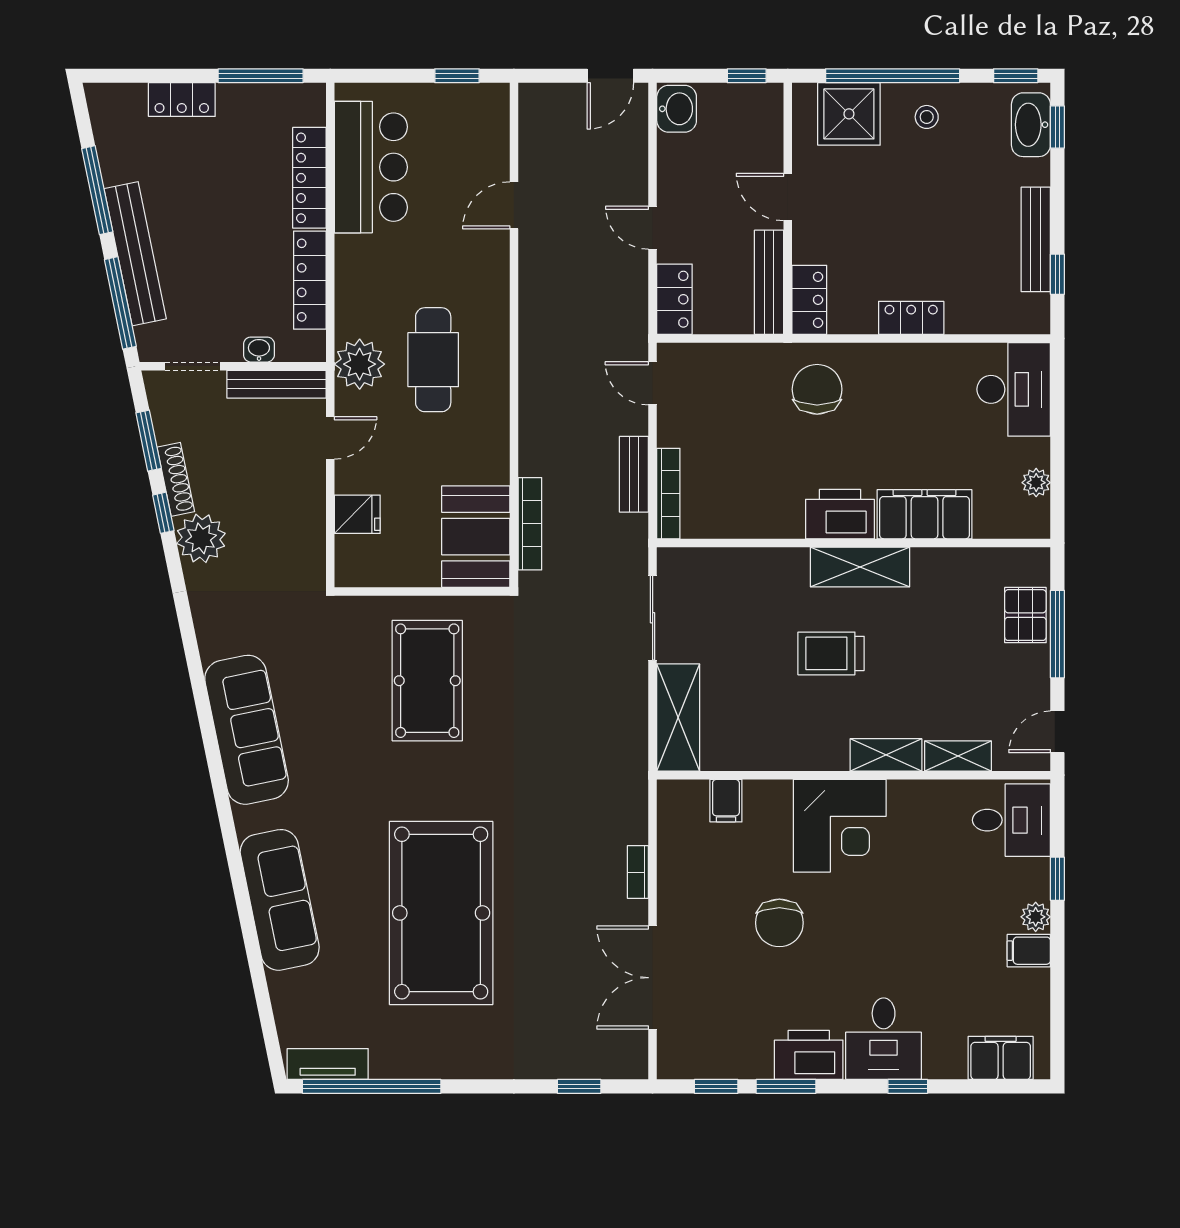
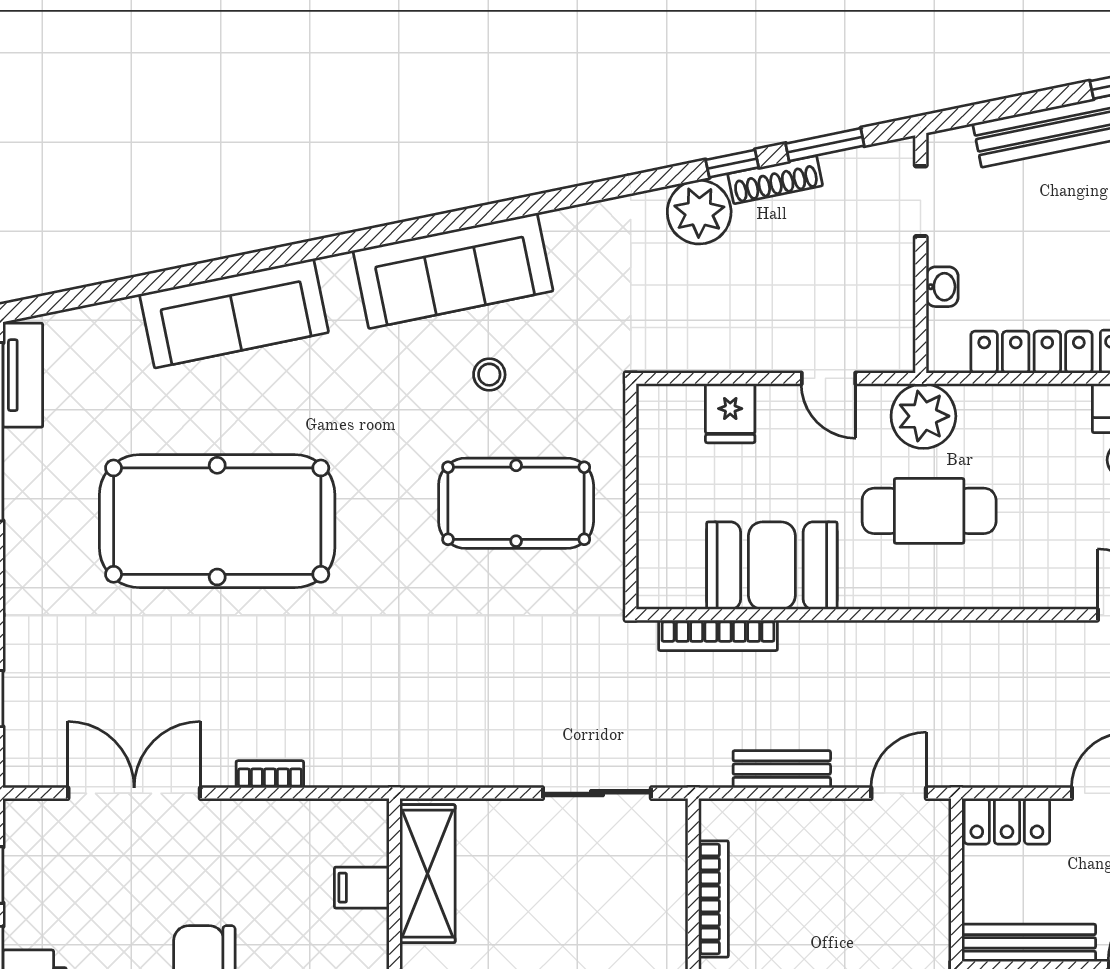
window: (120, 303) -> (1002, 108), removed
bench: (276, 384) -> (898, 309), removed
bookcase: (668, 494) -> (714, 899), moved, turned -90
booth: (476, 537) -> (772, 566), moved
stool: (327, 701) -> (489, 375), added
shelving: (678, 717) -> (427, 874), moved, turned 90

